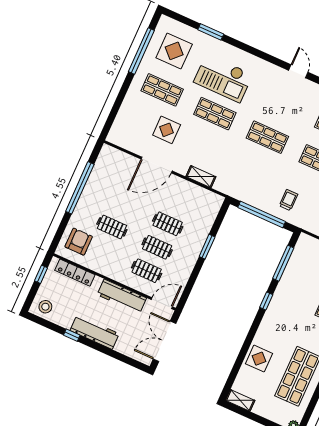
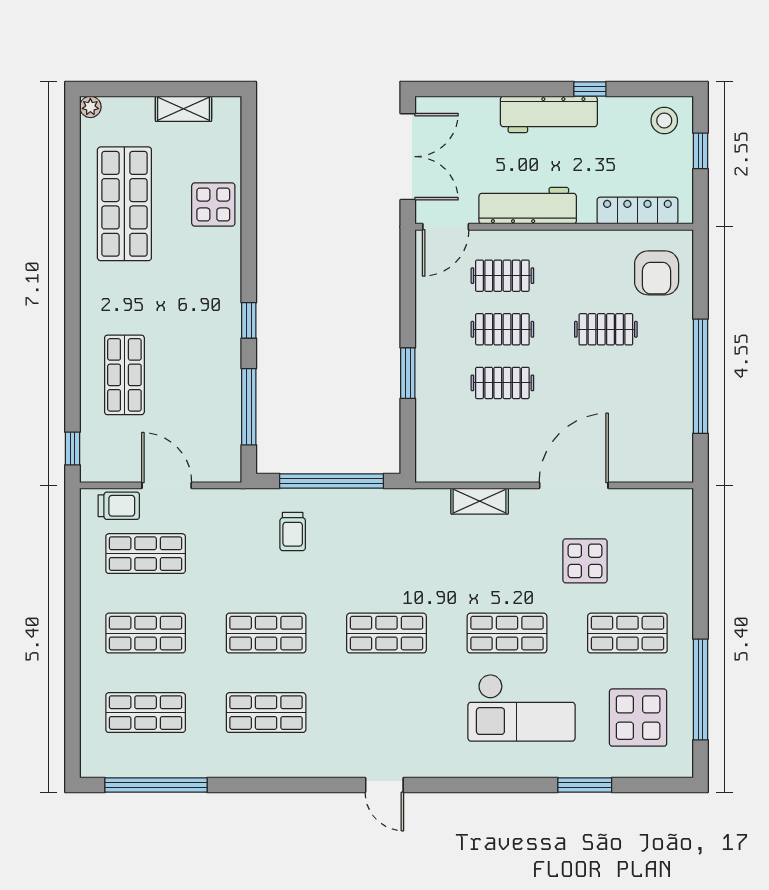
checkout: (223, 78) -> (521, 708), turned 180
window: (41, 274) -> (700, 151), moved
shelving: (240, 400) -> (183, 109), moved

